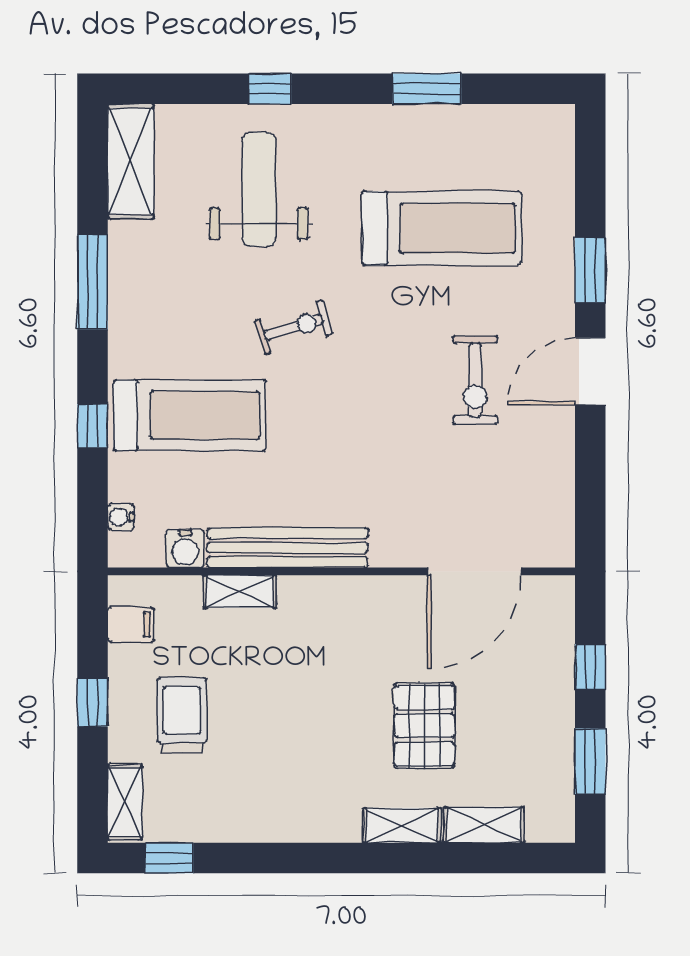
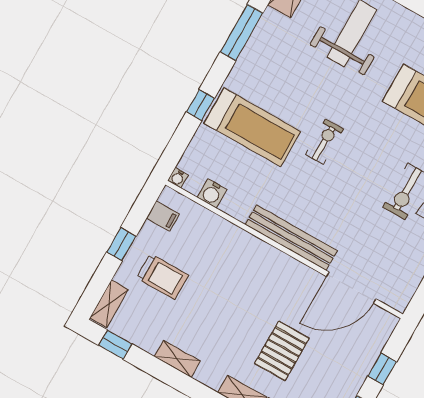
exercise bike: (294, 327) -> (324, 142), moved, turned -73
water cooler: (121, 517) -> (178, 178), moved, turned -90
bench: (287, 548) -> (291, 238), moved
shelving: (240, 592) -> (177, 359), moved
trolley: (182, 716) -> (163, 277), turned 90

